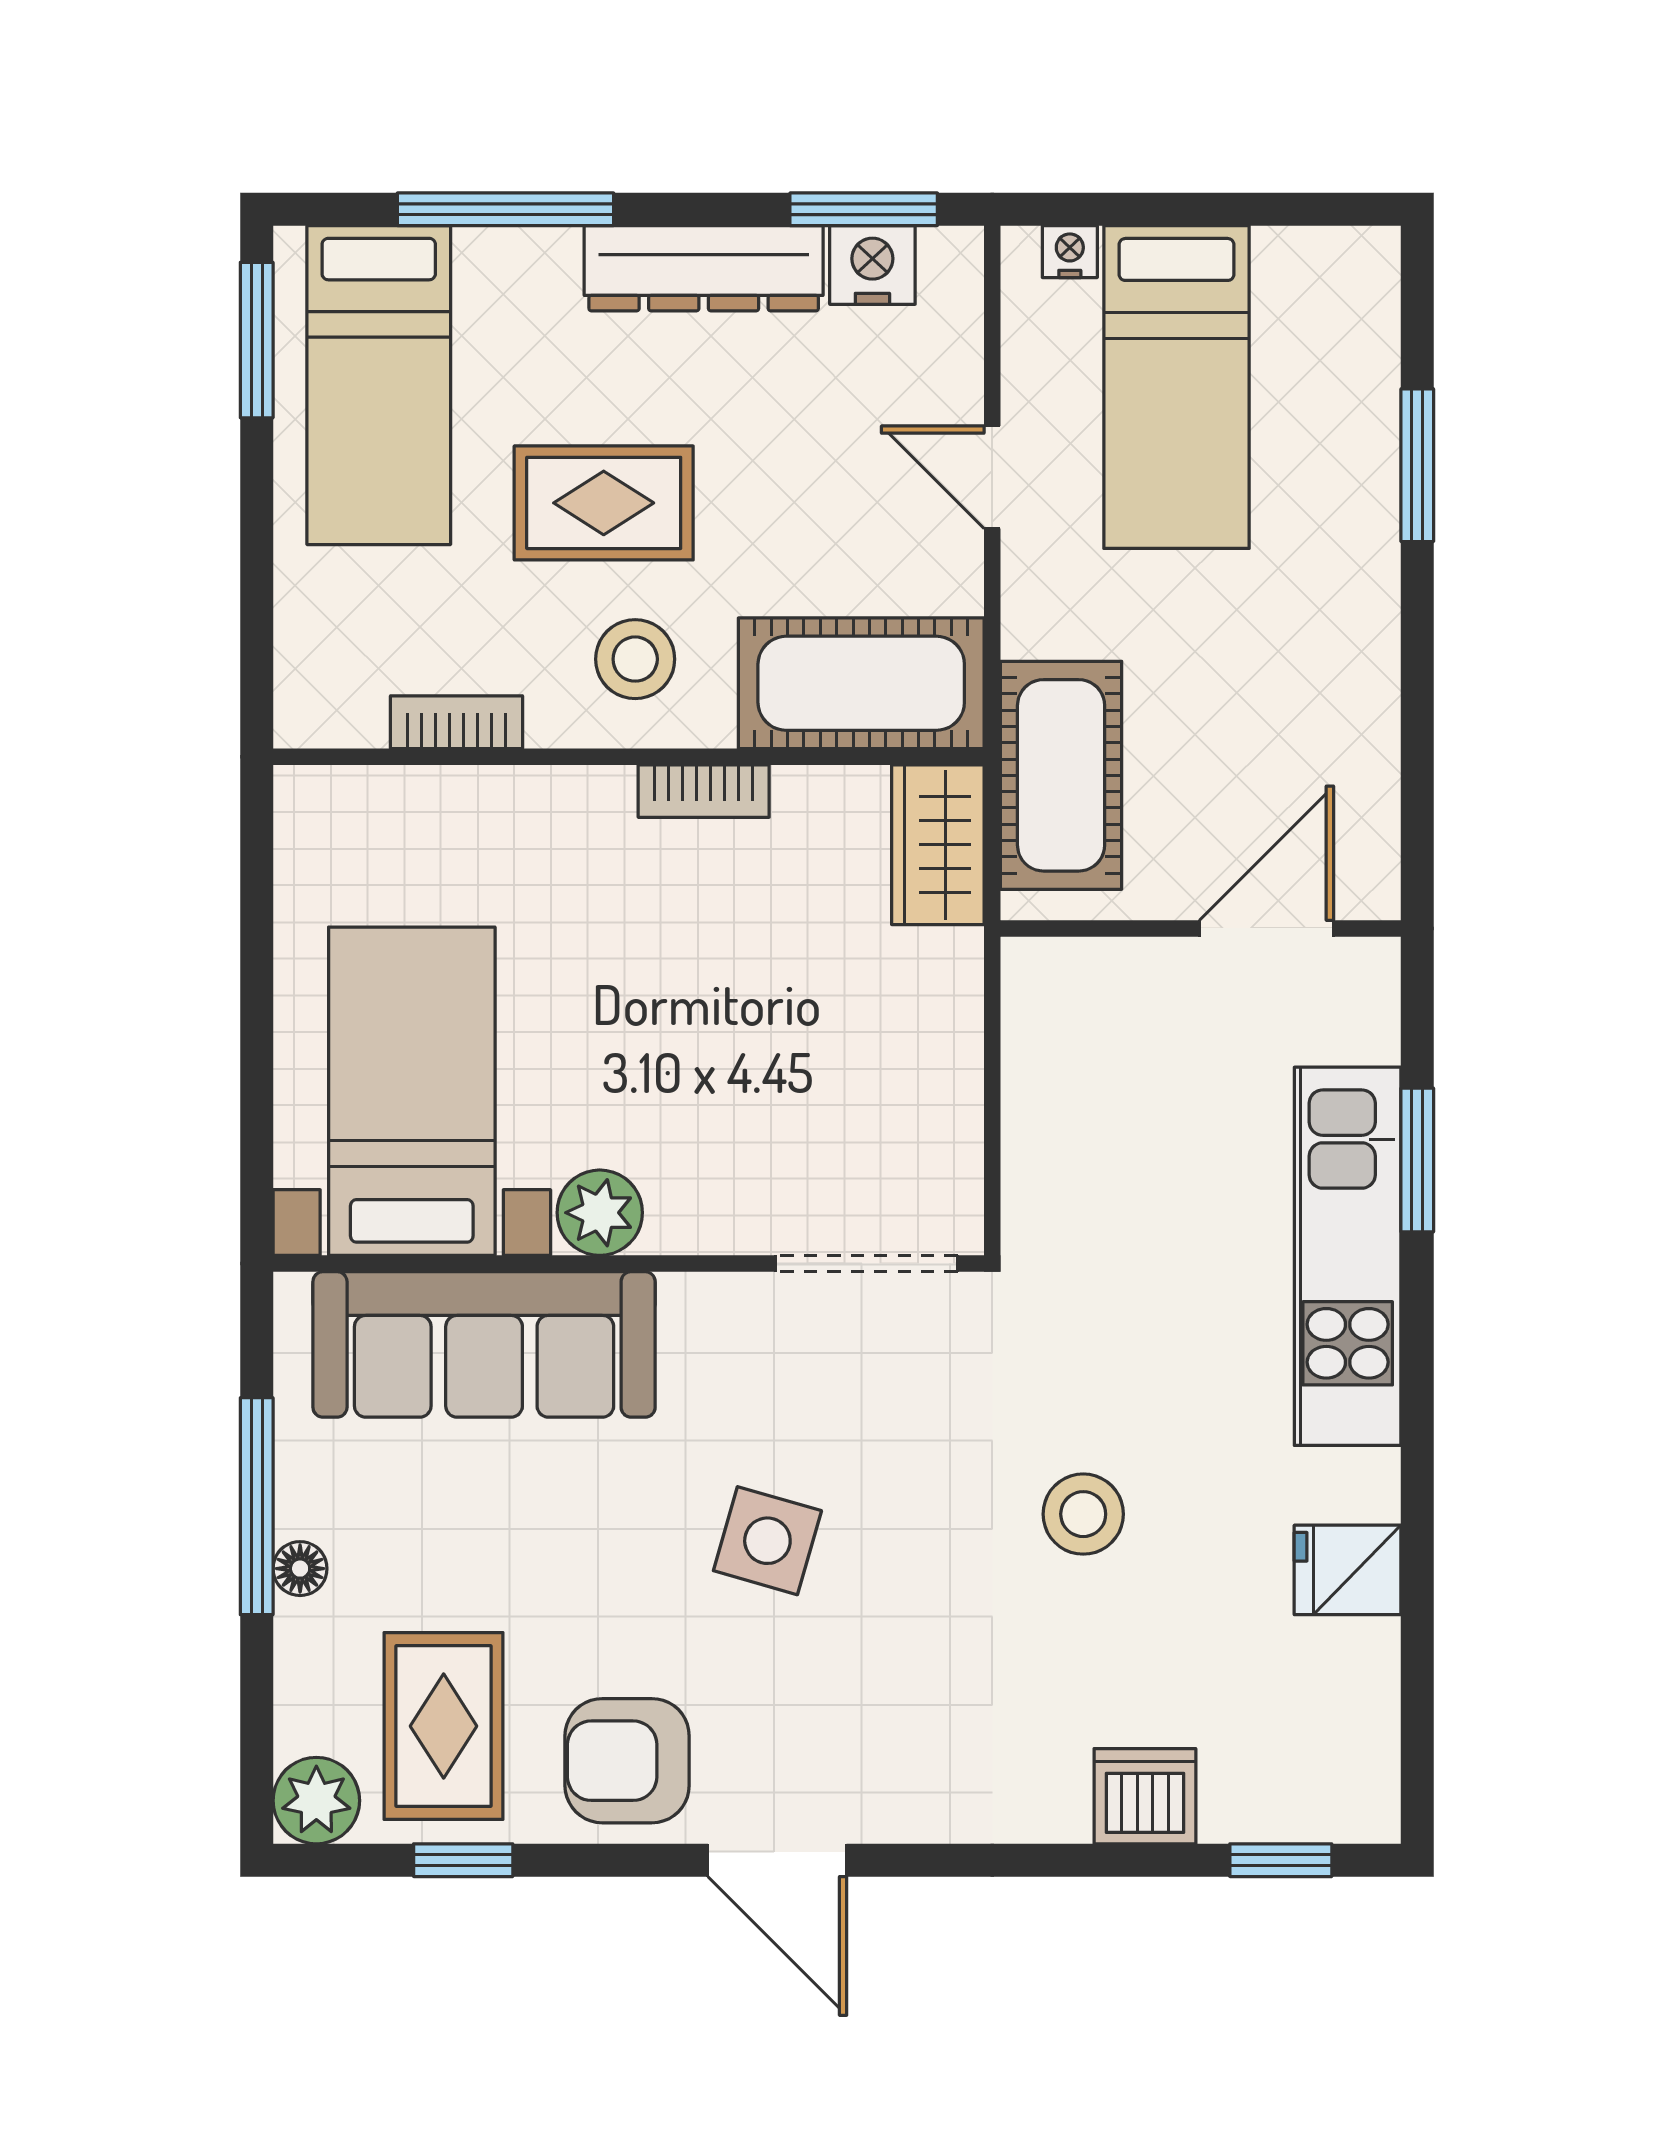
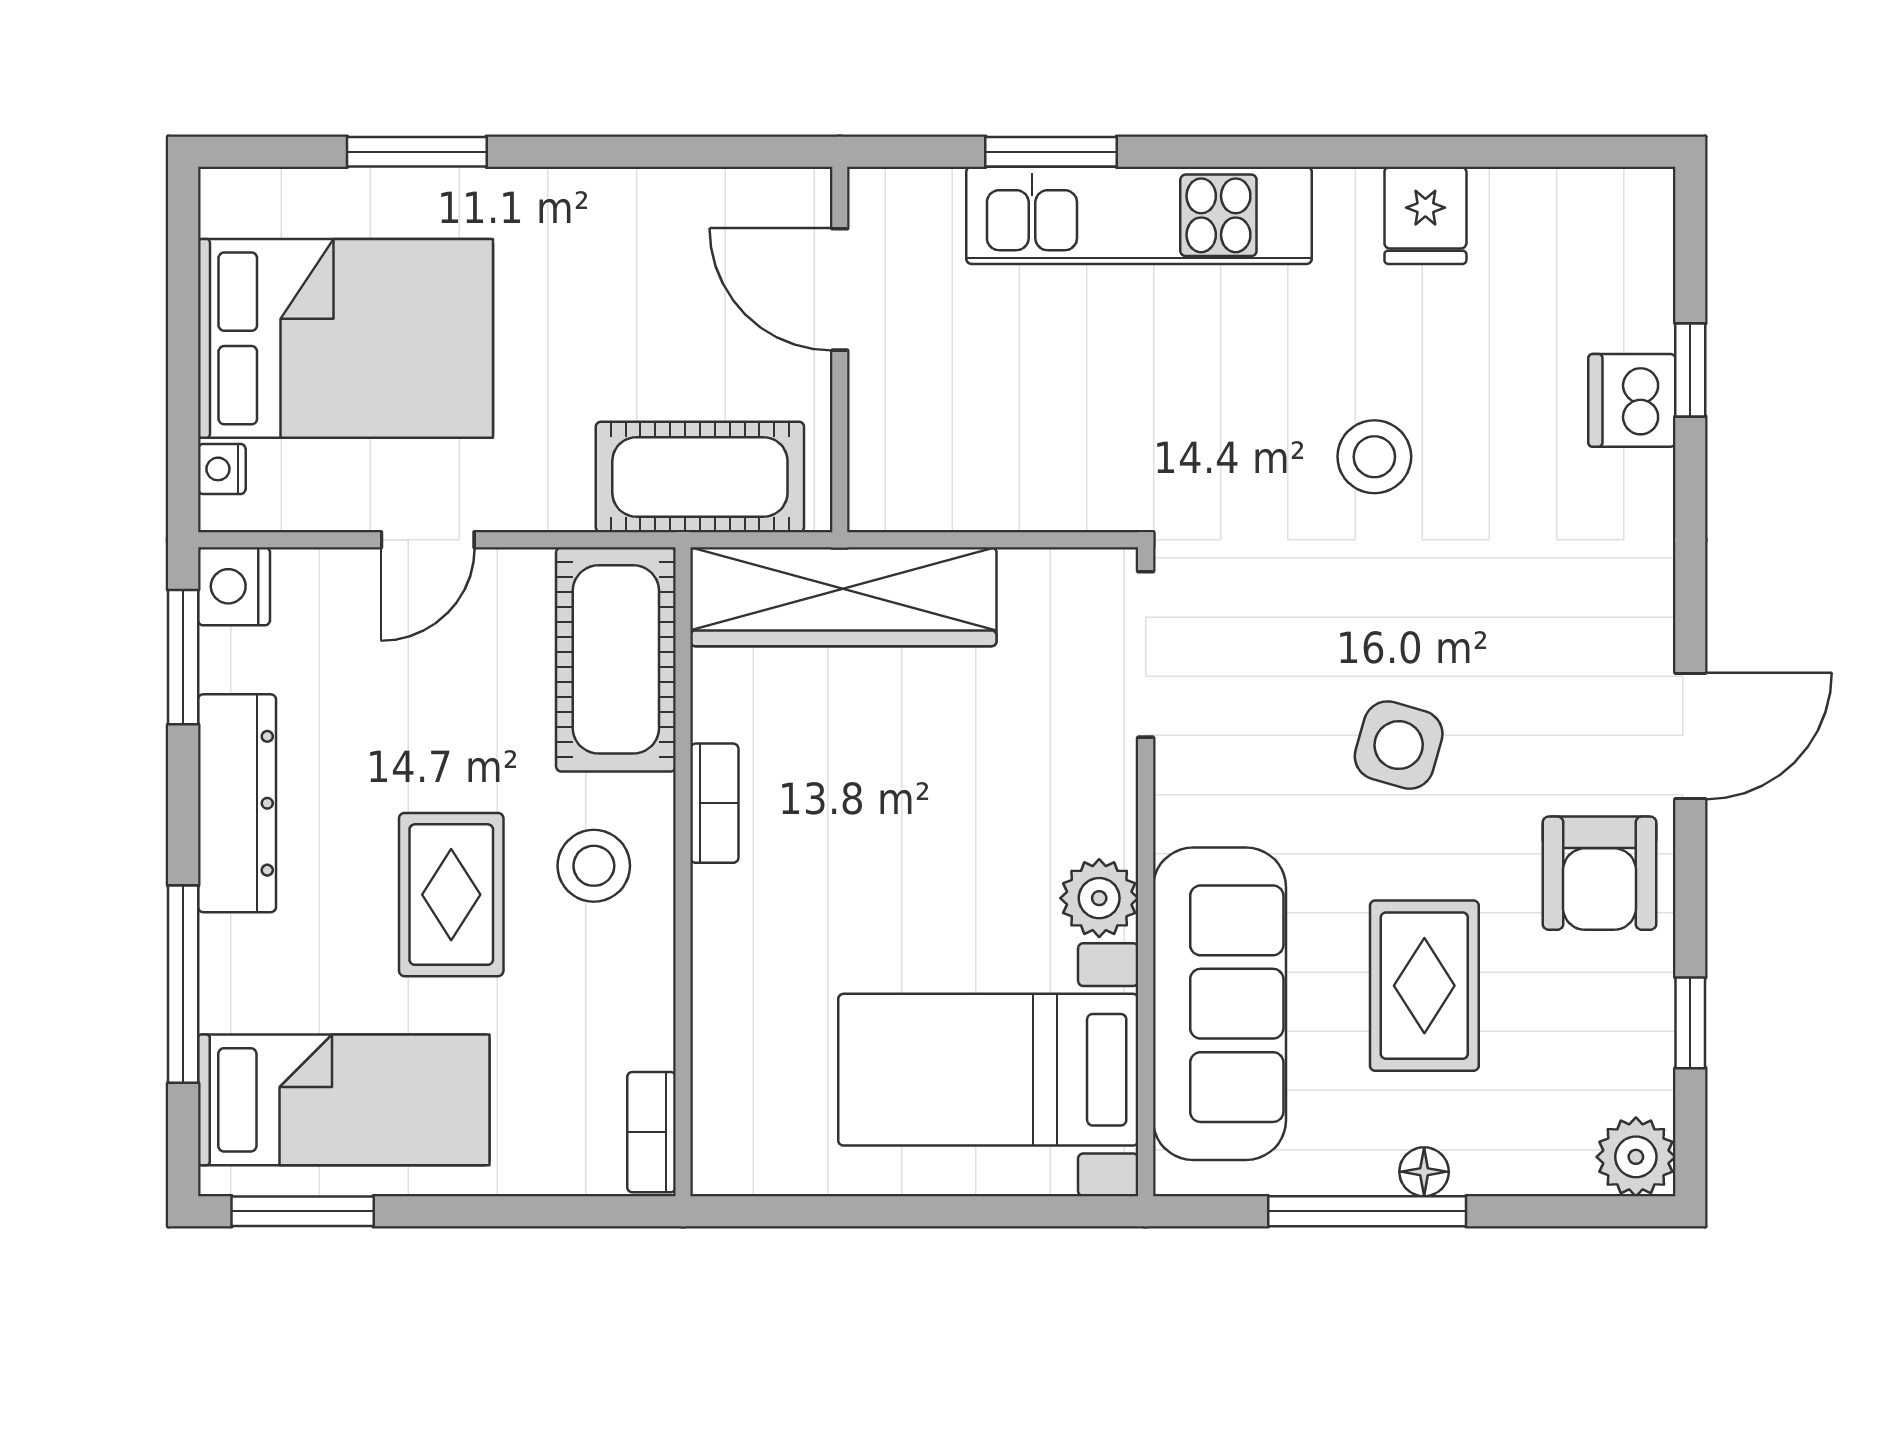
nightstand: (872, 265) -> (234, 586), moved
bed: (1177, 387) -> (345, 338), width x1.50
bookcase: (457, 722) -> (651, 1132), moved
wardrobe: (938, 845) -> (843, 597), width x2.10, depth x1.17
rug: (444, 1726) -> (1424, 986), moved, turned 90
window: (1281, 1860) -> (1690, 370), moved

